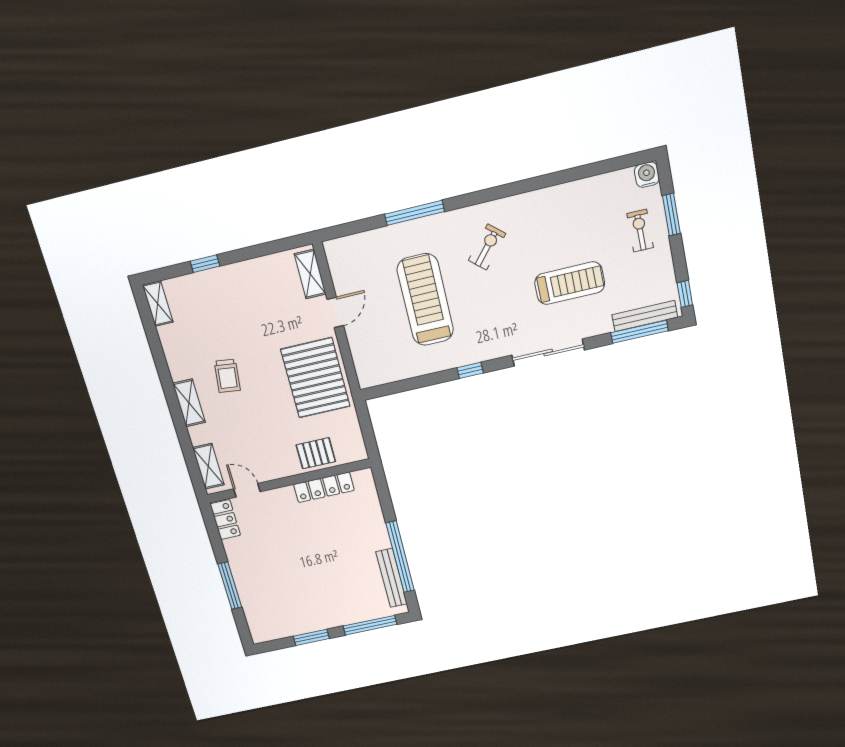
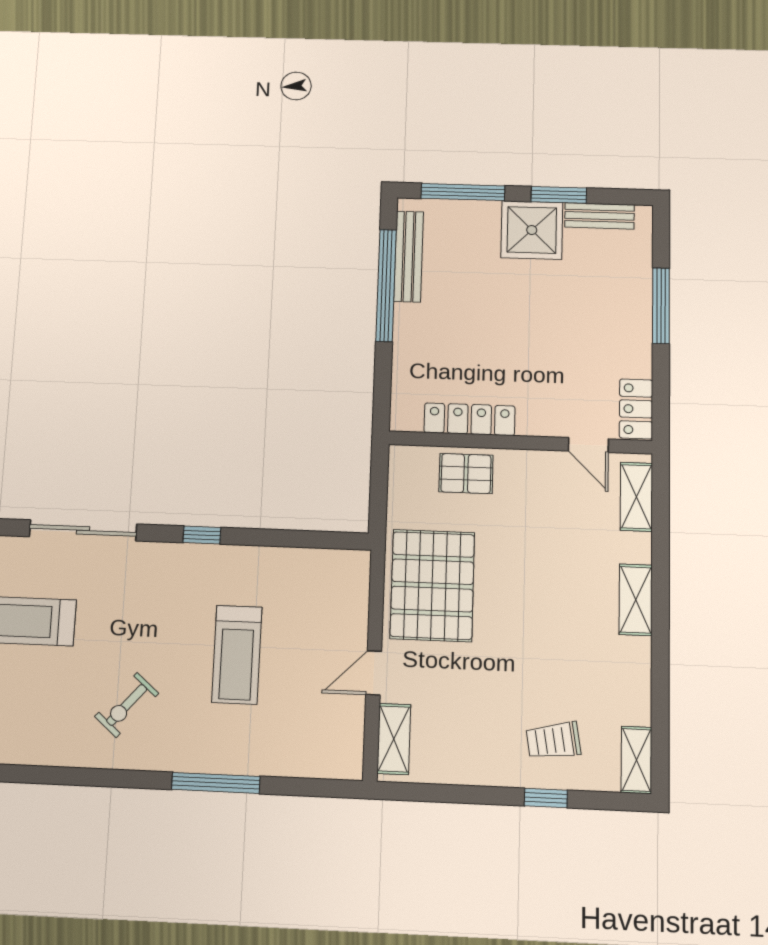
treadmill: (425, 300) -> (237, 655), width x0.73, depth x0.73
trolley: (227, 376) -> (553, 741), moved, turned -106
shower: (321, 612) -> (532, 230), added
bench: (283, 631) -> (599, 216), added

